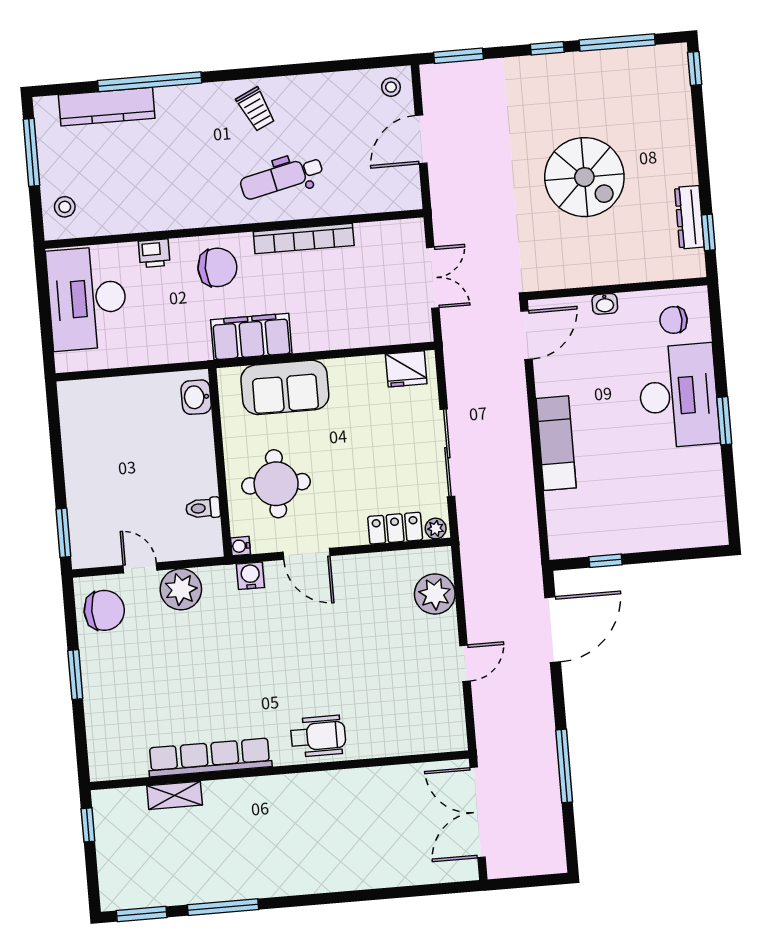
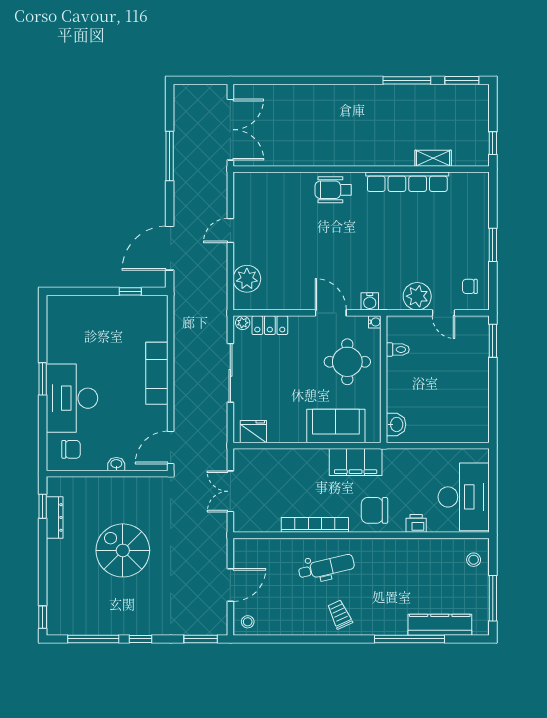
chair: (104, 610) -> (470, 286), width x0.54, depth x0.54

